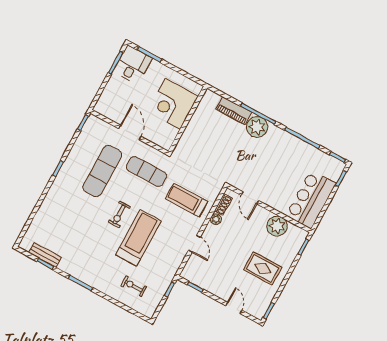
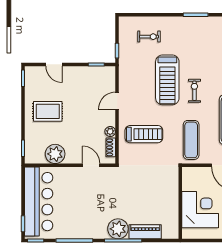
exercise mat: (147, 172) -> (191, 140), turned 90
bar counter: (311, 199) -> (39, 202), width x1.36
door: (194, 244) -> (117, 101), hinge flipped

